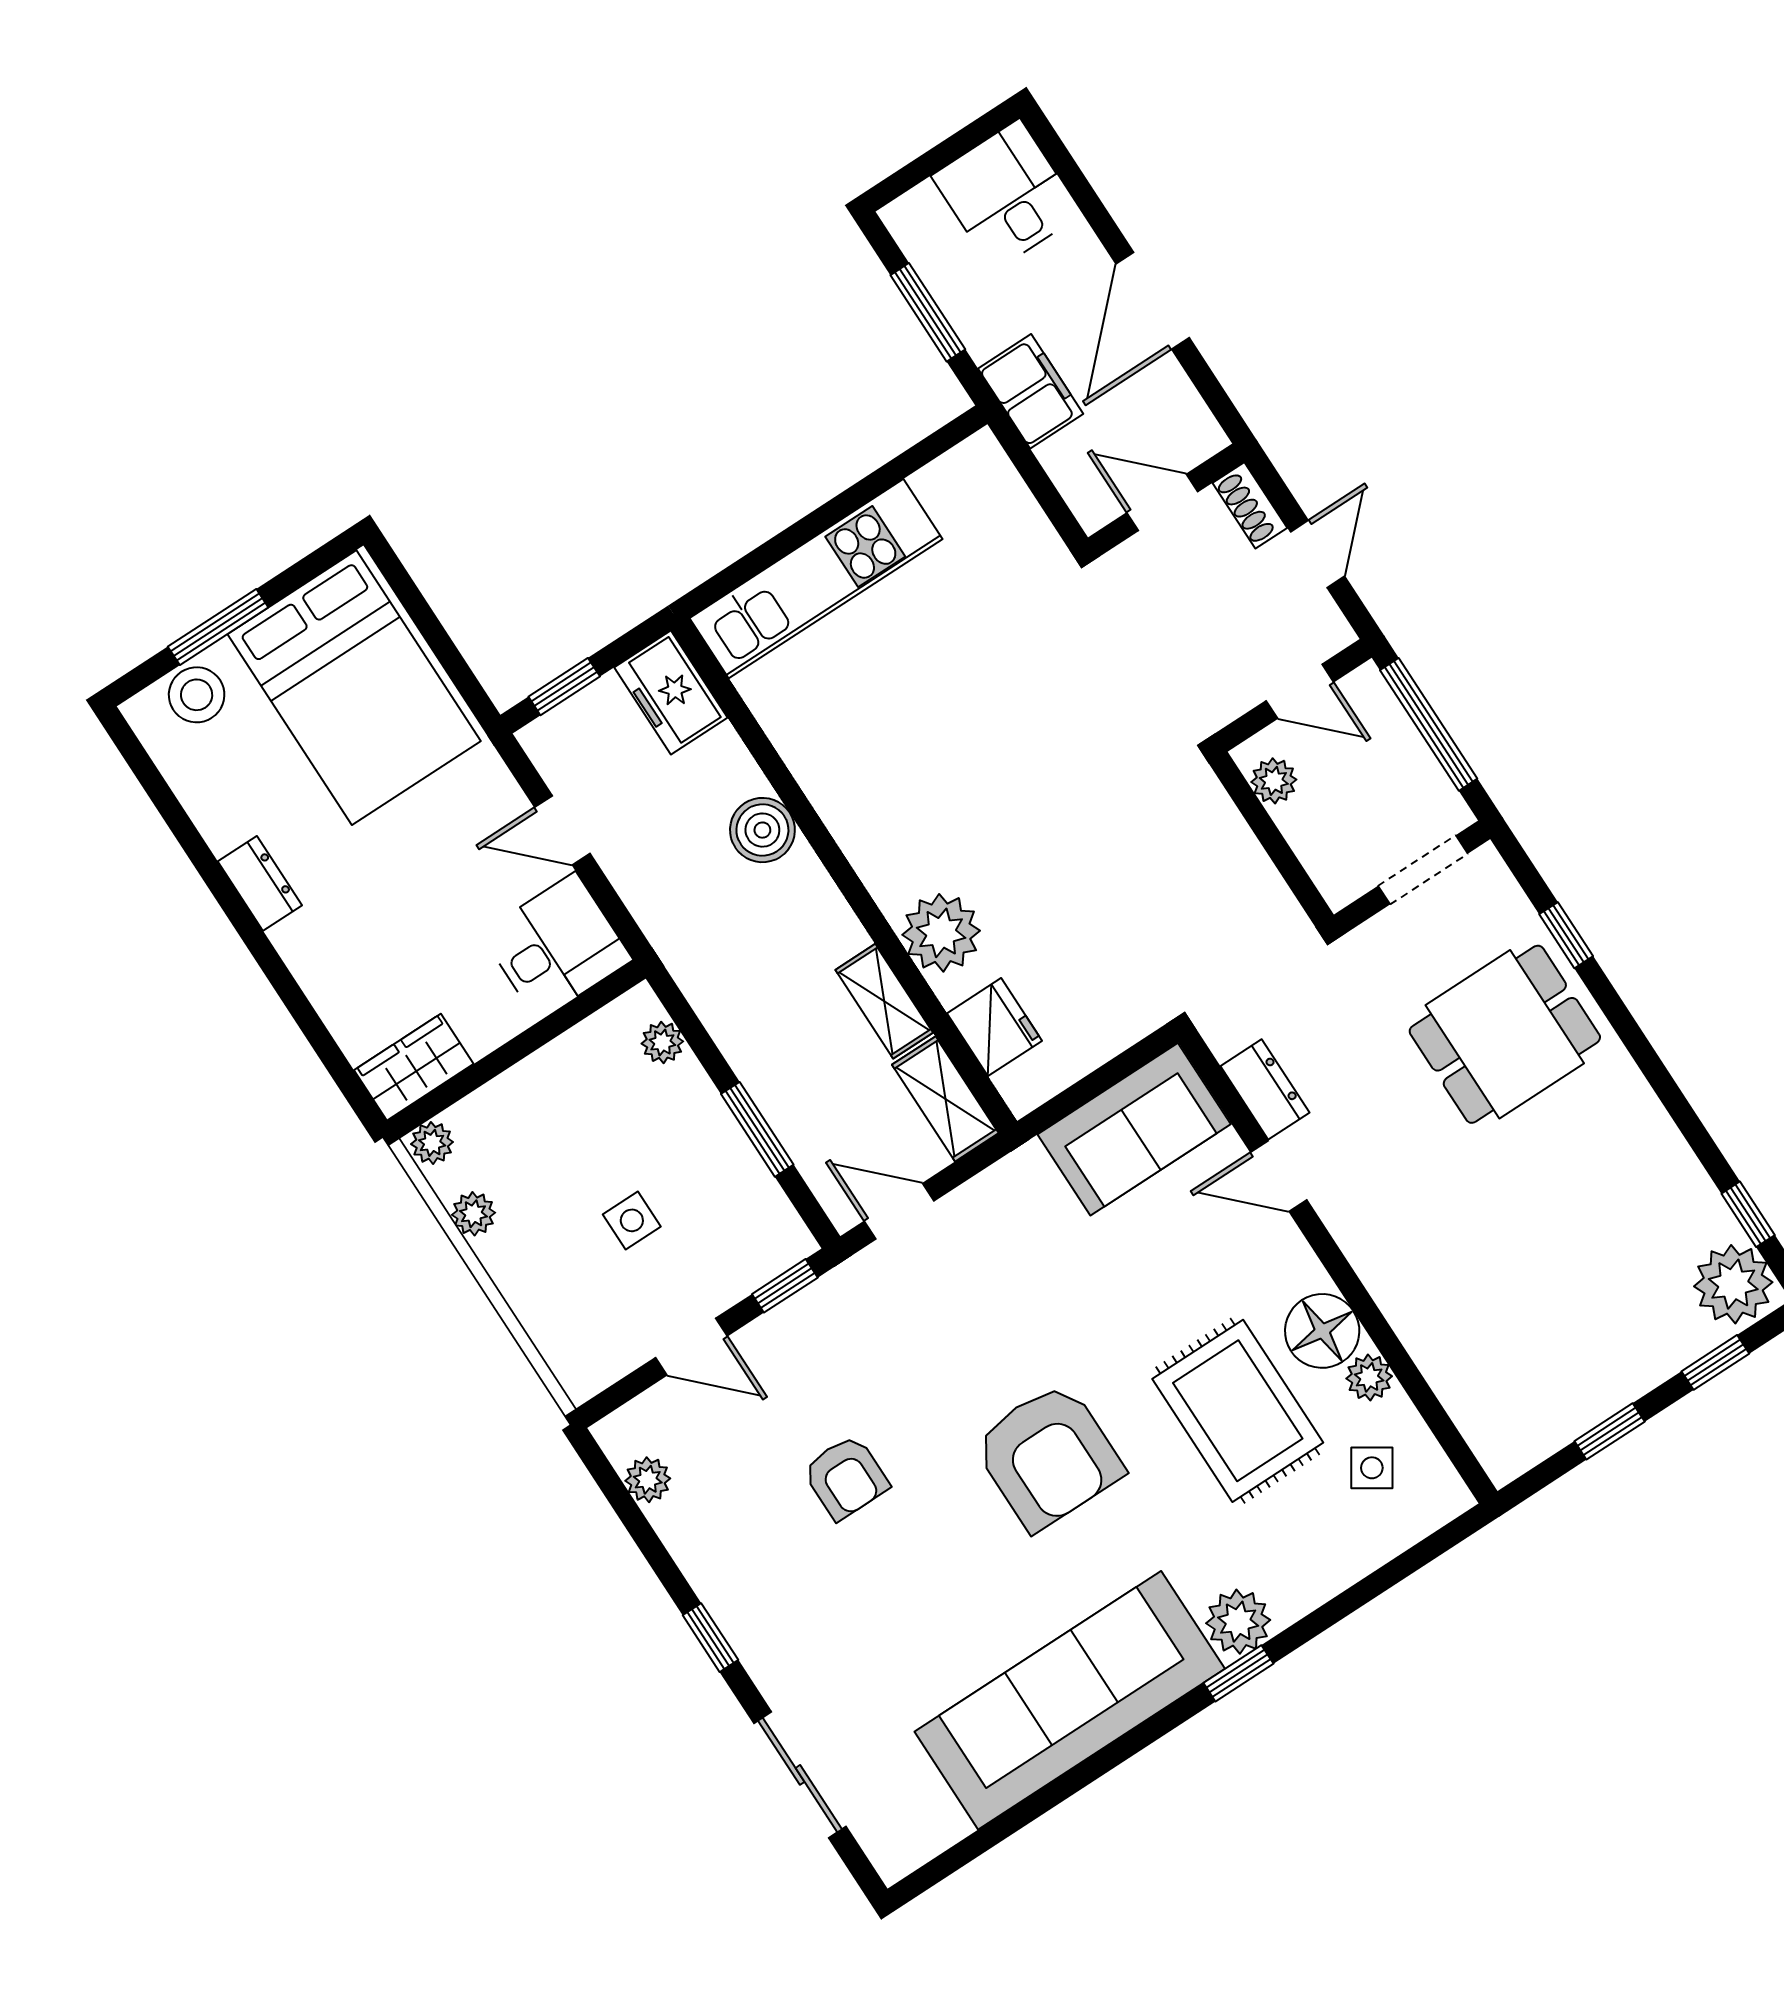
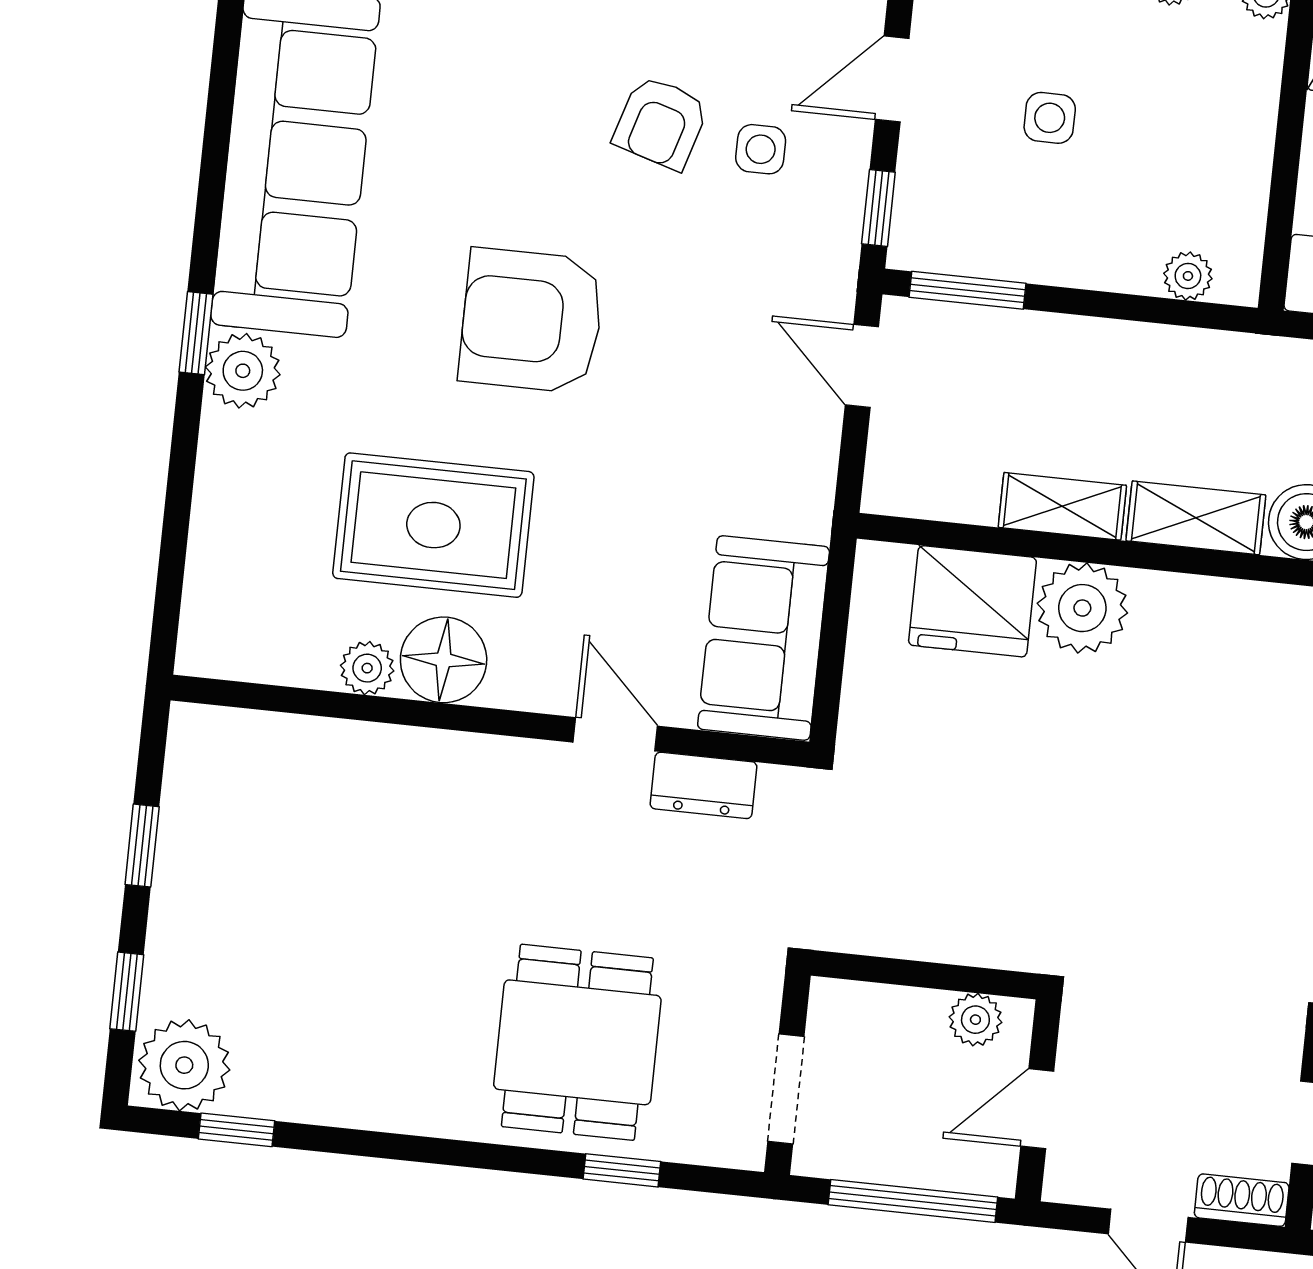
fridge: (995, 1027) -> (972, 601), width x1.36, depth x1.34
shelving: (945, 1099) -> (1196, 518), moved
window: (757, 1129) -> (967, 290), moved
door: (1279, 1176) -> (615, 734), hinge flipped
door: (899, 1211) -> (862, 366), swing flipped
side table: (1372, 1468) -> (761, 149), moved, turned -33
armchair: (846, 1477) -> (661, 123), turned -73

